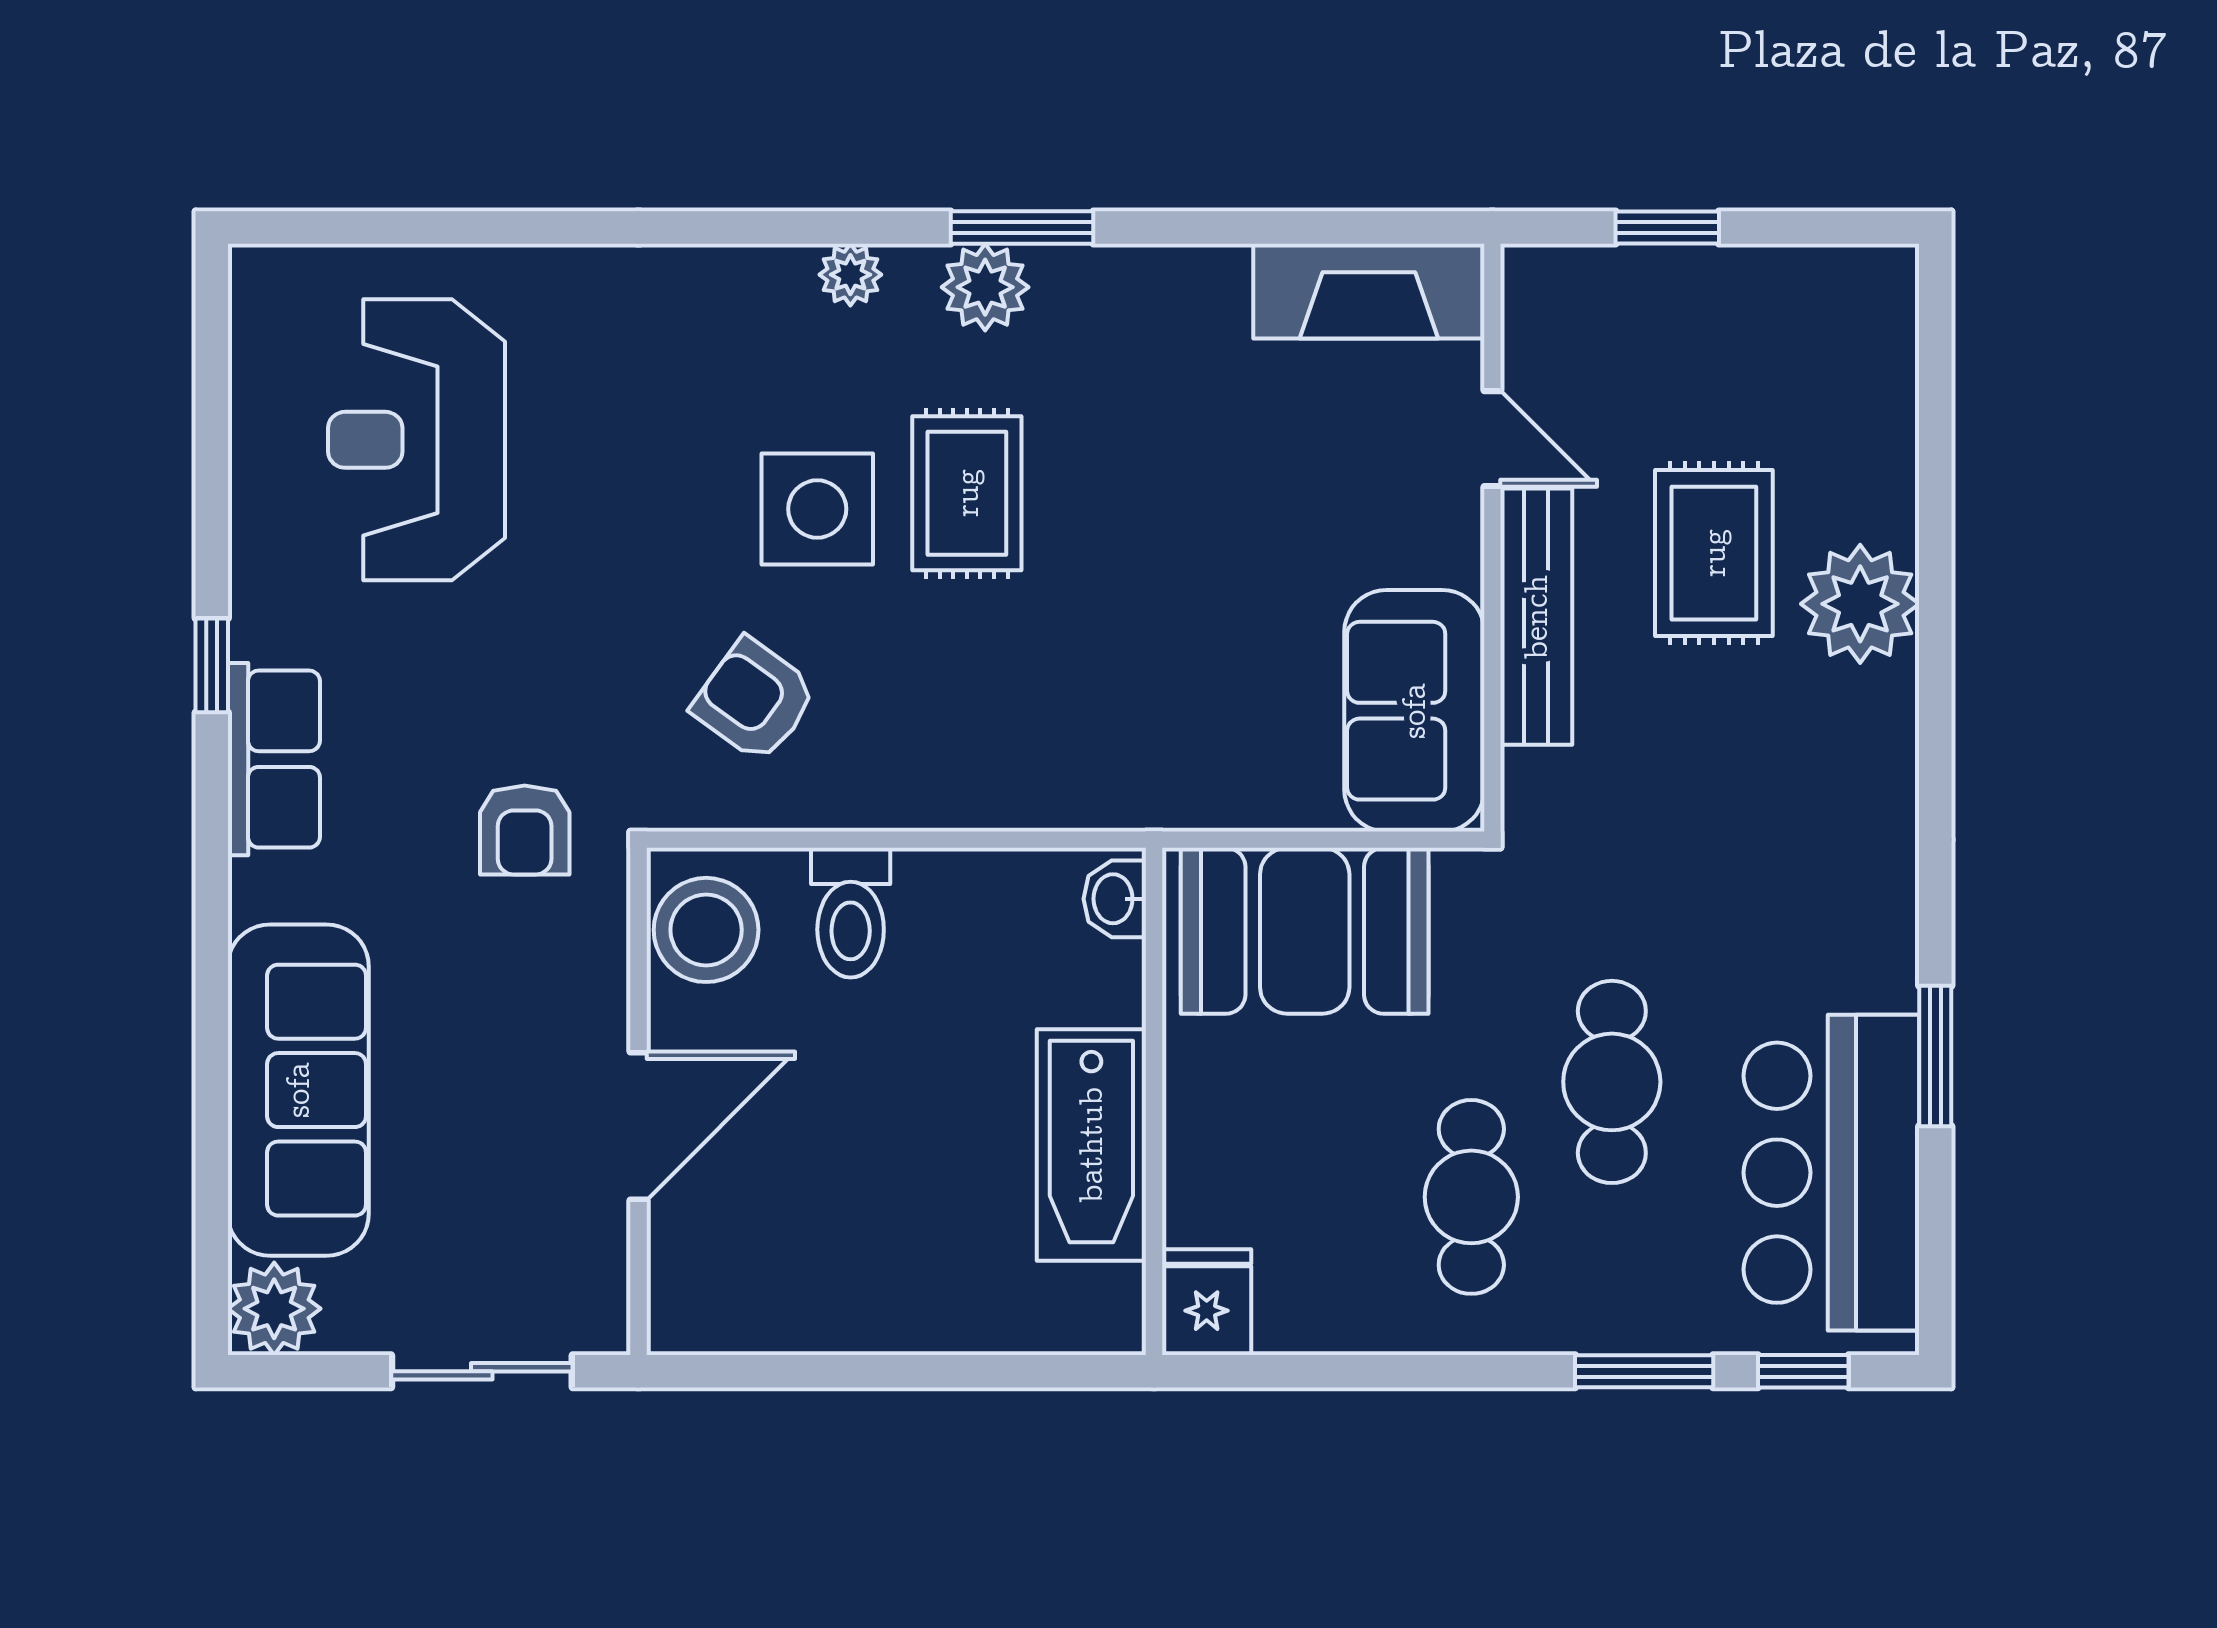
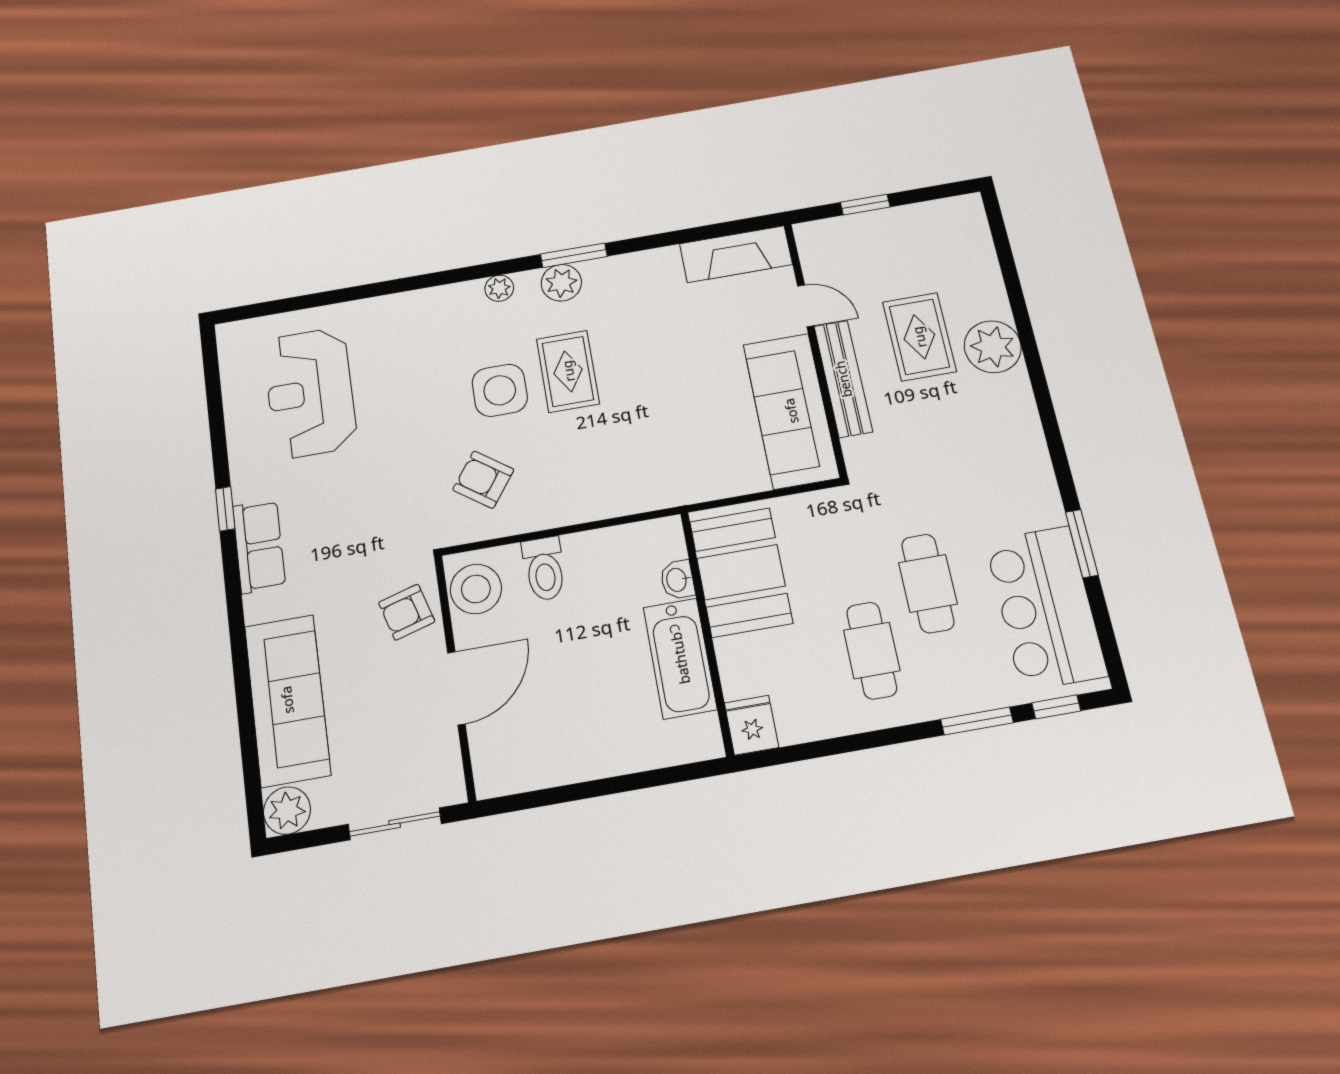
sofa: (1414, 711) -> (791, 411), width x1.36
armchair: (525, 830) -> (407, 612), moved, turned 74
washbasin: (1115, 899) -> (677, 580), moved
booth: (1305, 931) -> (741, 572), moved, turned 90

